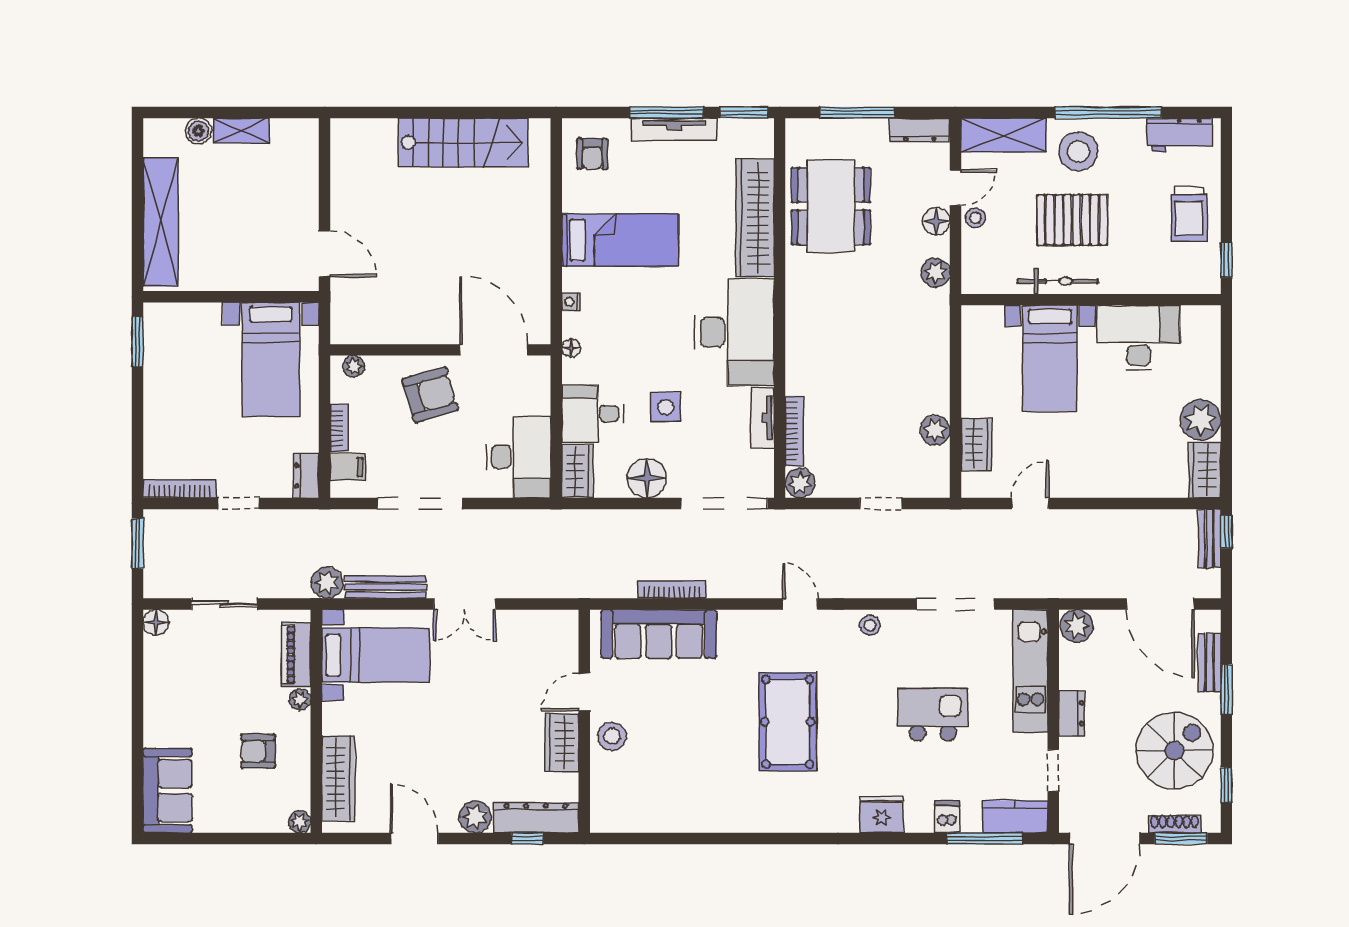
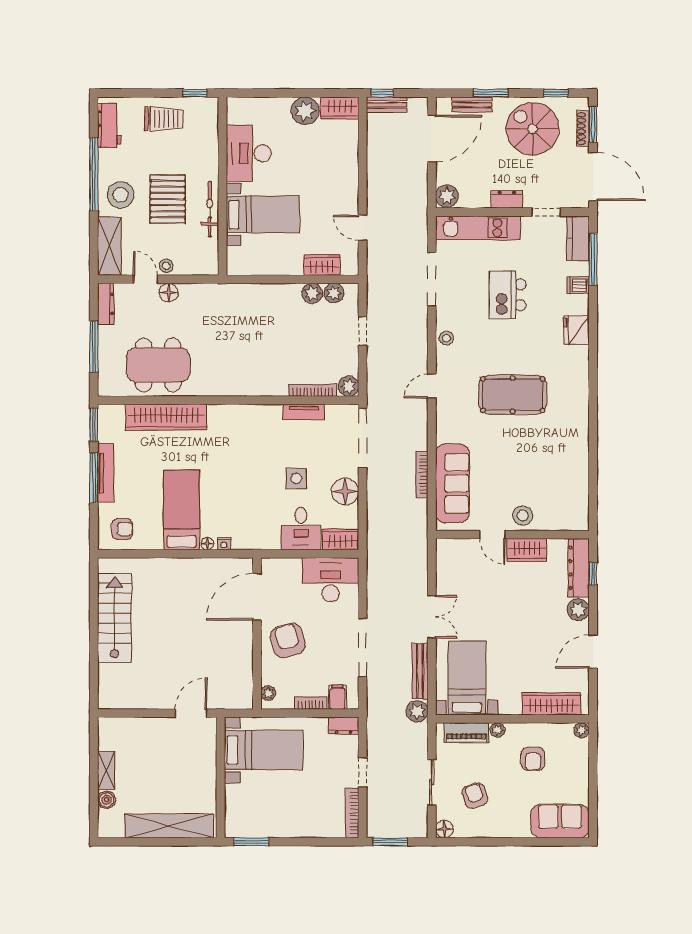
plant: (936, 273) -> (334, 293), moved
desk: (734, 332) -> (245, 432), removed
floor lamp: (571, 348) -> (207, 544), moved
armchair: (205, 667) -> (475, 796), added

